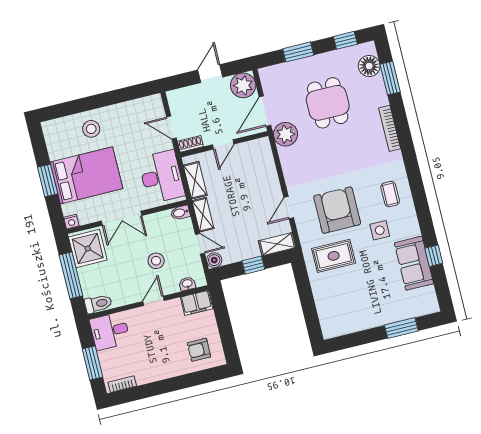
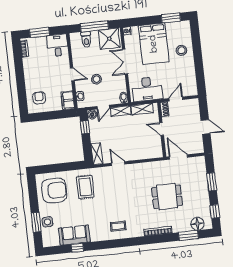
plant: (243, 85) -> (196, 146), removed
dining table: (328, 103) -> (167, 197), moved
plant: (286, 134) -> (163, 168), removed
window: (48, 180) -> (171, 18), moved
armchair: (337, 210) -> (54, 191), moved
side table: (380, 230) -> (48, 222), moved
window: (253, 265) -> (85, 127), moved
toilet: (98, 304) -> (86, 39), moved

